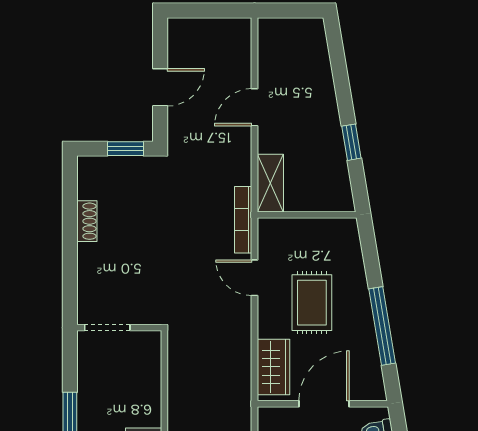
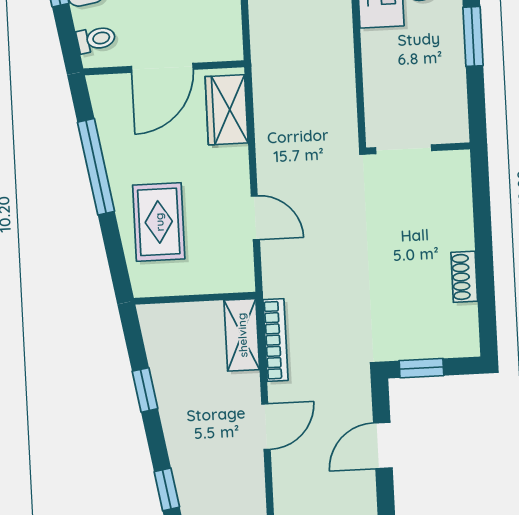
window: (338, 60) -> (167, 489), added
bookcase: (243, 220) -> (275, 340), moved
rug: (312, 303) -> (159, 222), moved
doorway: (107, 328) -> (404, 149), moved

